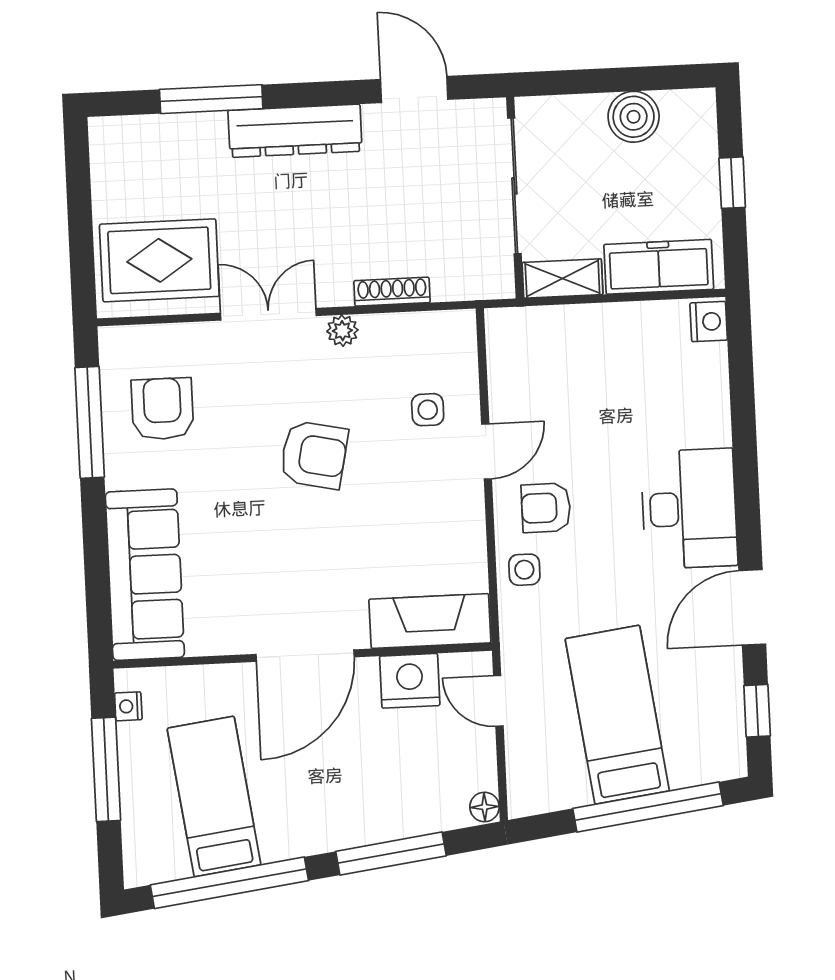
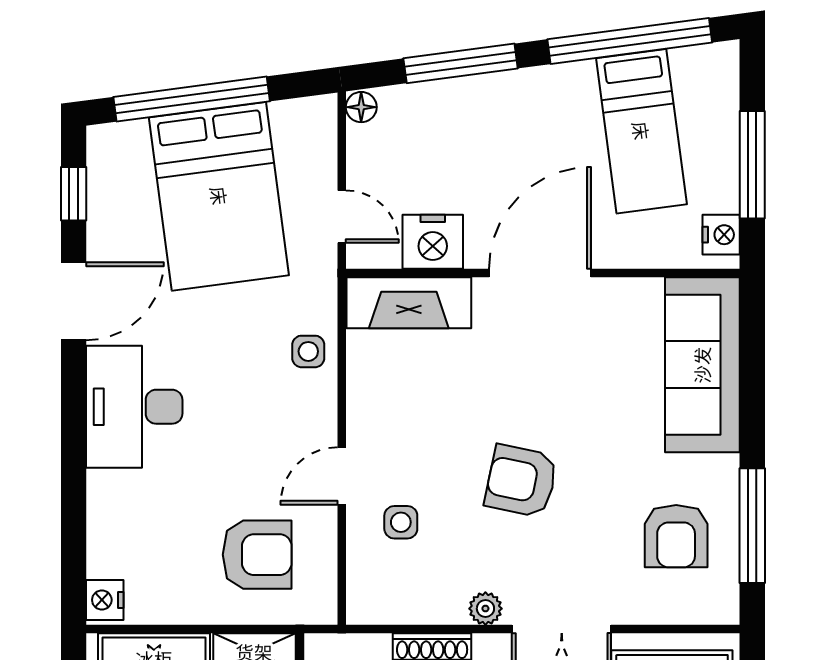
armchair: (546, 508) -> (257, 555), moved, width x1.38, depth x1.38
nightstand: (128, 706) -> (721, 235), width x1.39, depth x1.35
bed: (617, 715) -> (219, 196), width x1.50

